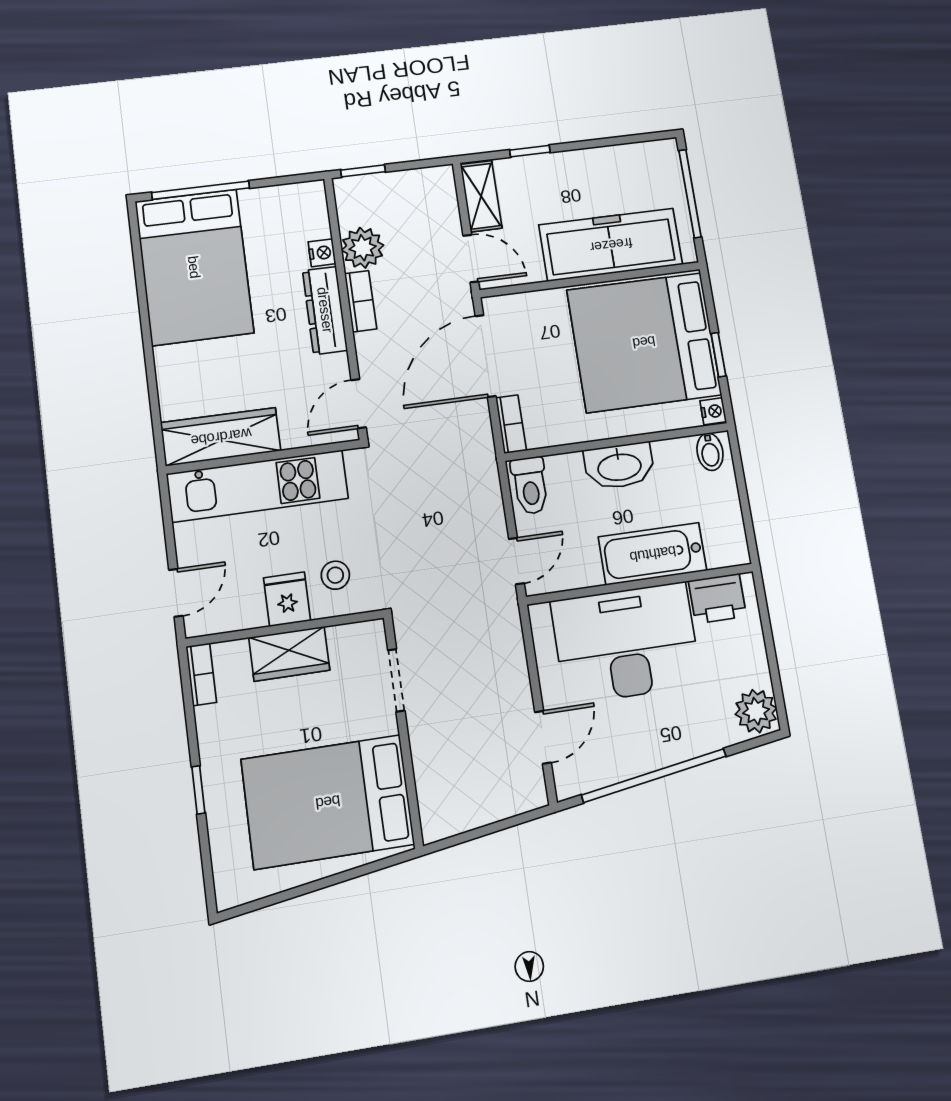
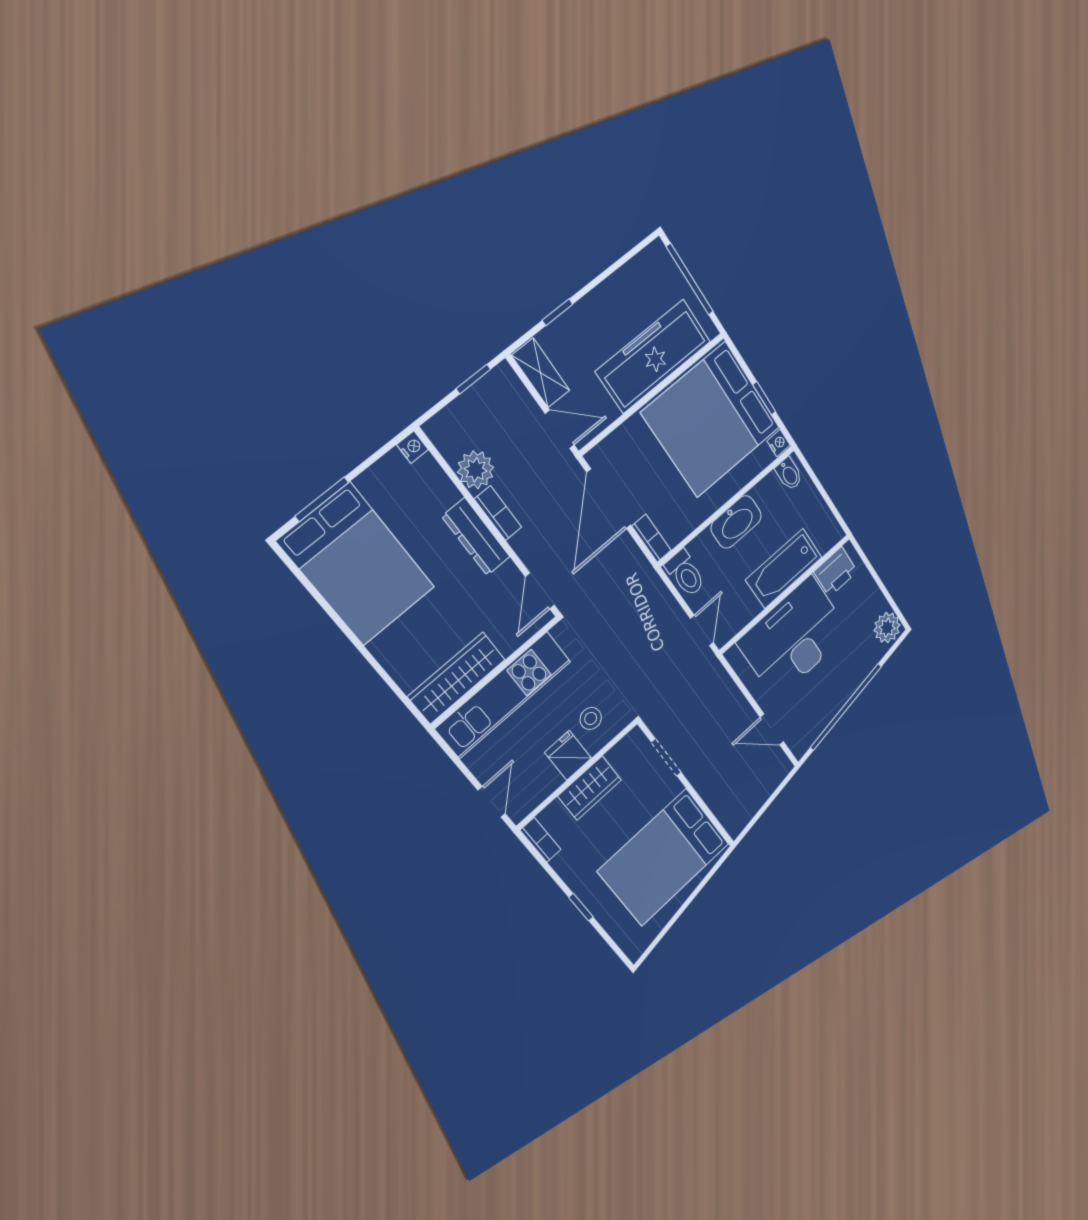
window: (363, 171) -> (473, 379), moved
window: (201, 190) -> (322, 499), width x0.69
nightstand: (322, 253) -> (412, 447), moved
door: (543, 737) -> (772, 729), swing flipped

